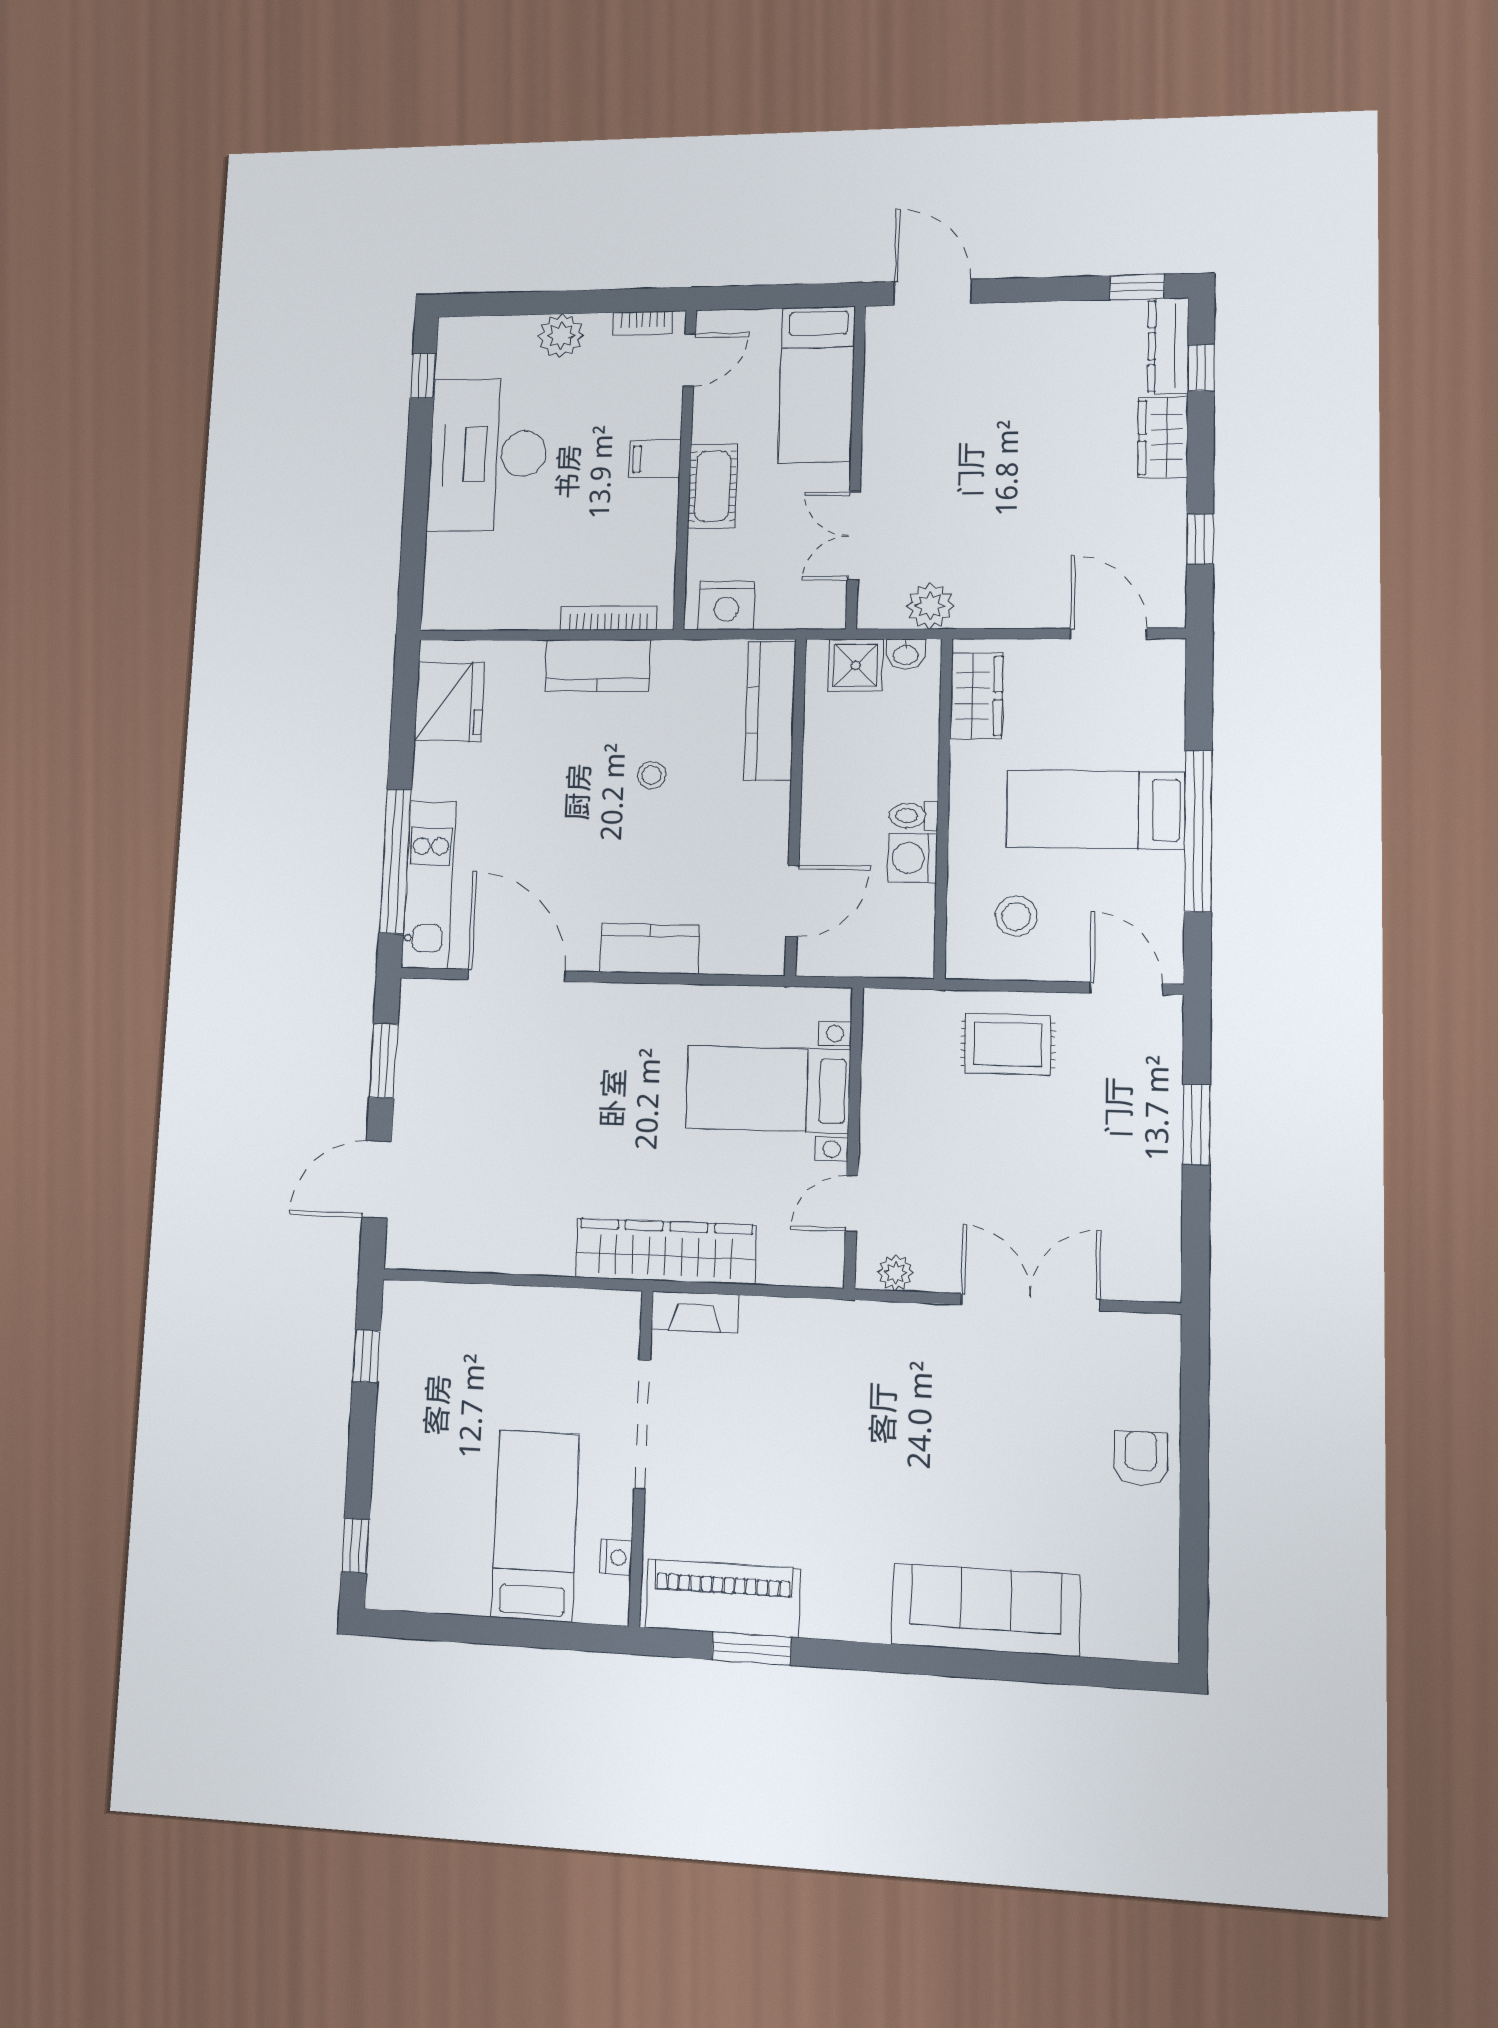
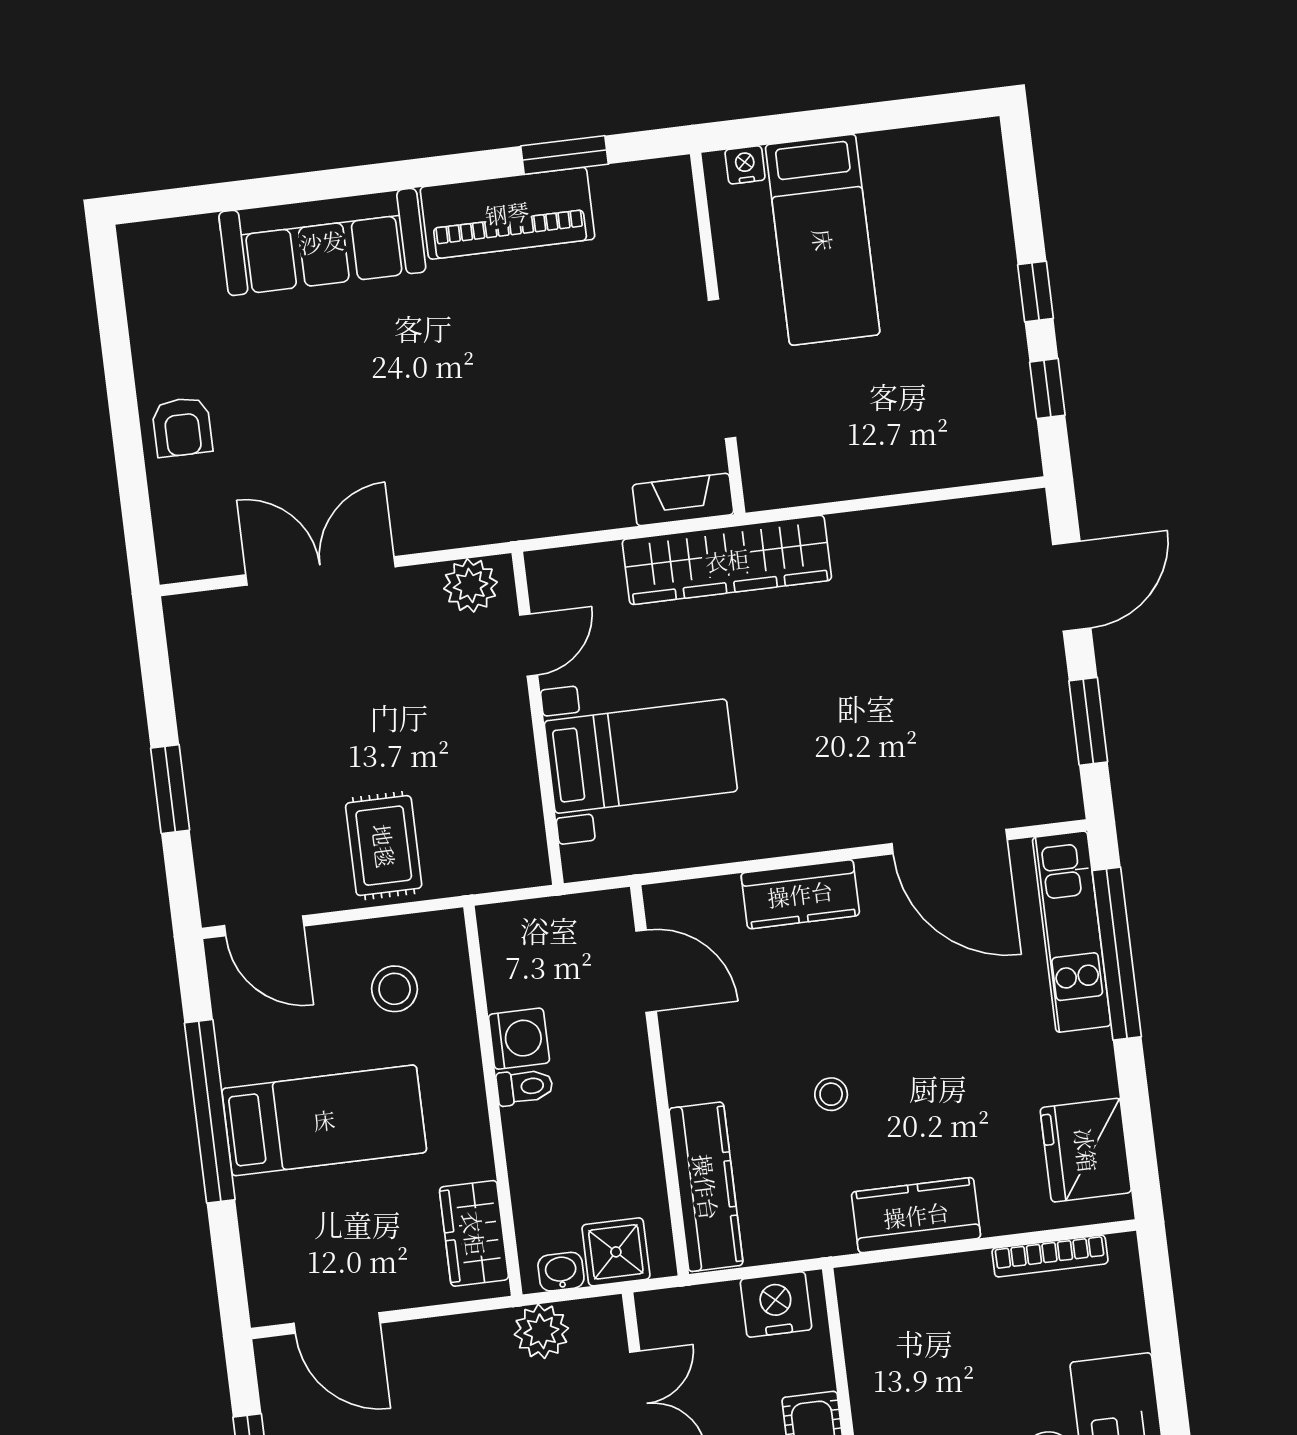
bookcase: (608, 618) -> (1050, 1256), moved
door: (793, 901) -> (646, 971), swing flipped
rug: (1008, 1044) -> (384, 846), turned 90
plant: (896, 1273) -> (470, 585), width x1.38, depth x1.38
double door: (1030, 1302) -> (320, 571), swing flipped
window: (355, 1546) -> (1036, 292), moved
nightstand: (616, 1557) -> (745, 165), moved, turned 90
piano: (723, 1598) -> (507, 213), moved

